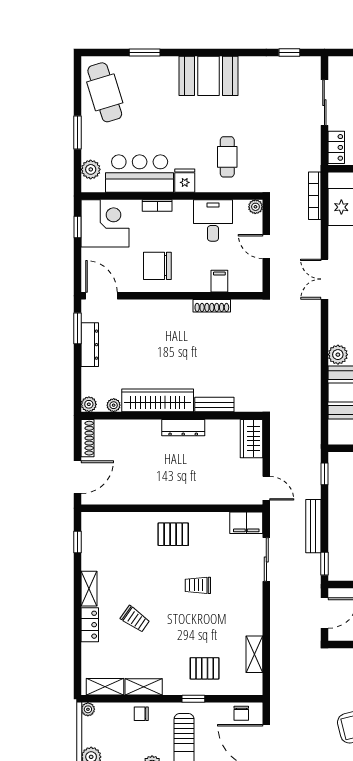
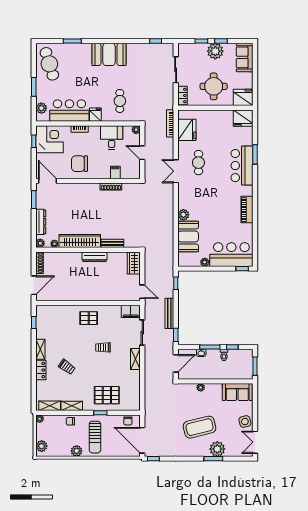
dresser: (90, 345) -> (41, 222), moved
shelving: (254, 654) -> (135, 359), moved
pallet: (205, 668) -> (107, 395), width x1.50, depth x1.42

